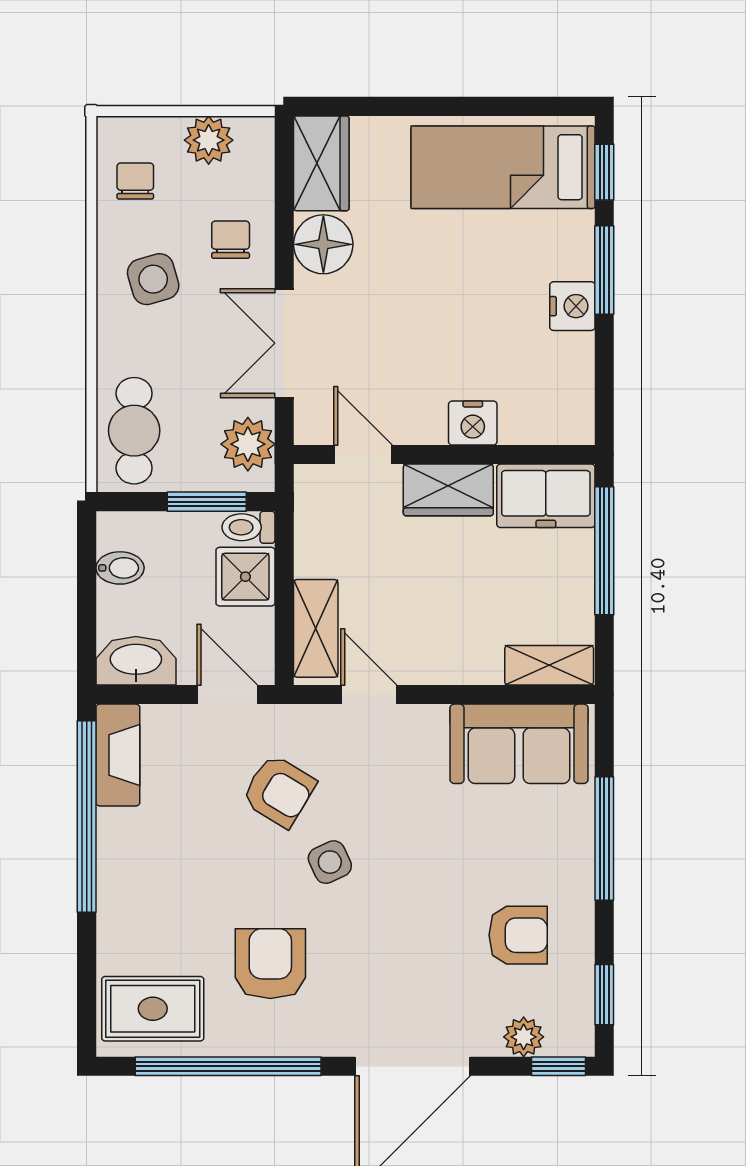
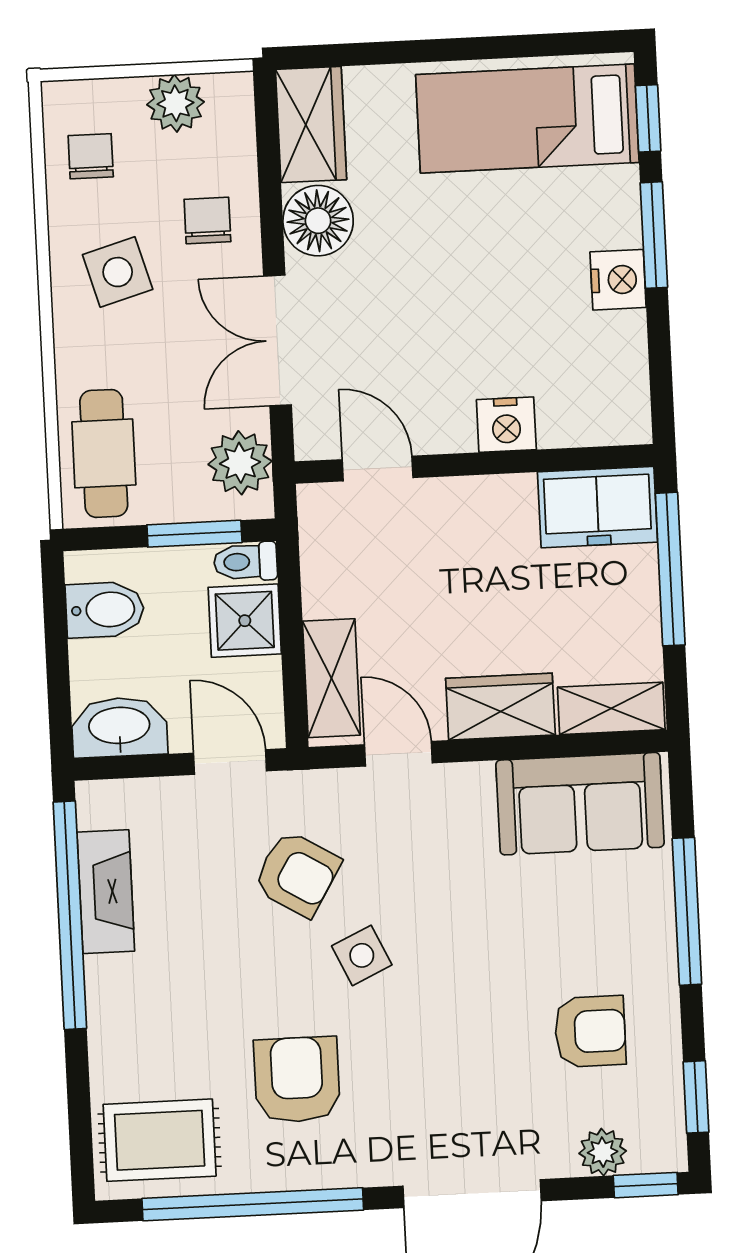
wardrobe: (448, 490) -> (500, 707), moved, turned 180
bidet: (120, 568) -> (105, 610), width x1.38, depth x1.36
fireplace: (118, 755) -> (106, 892), moved

